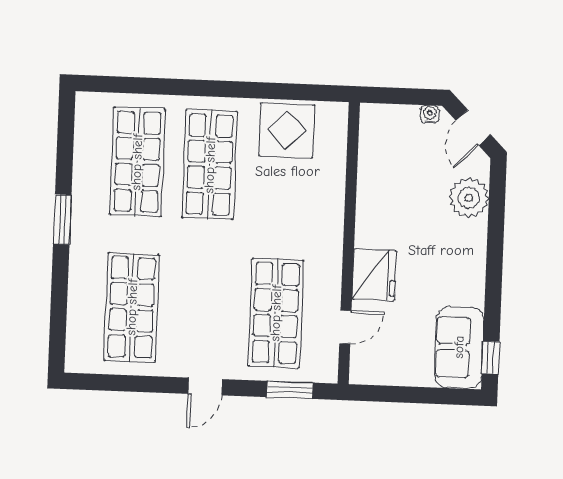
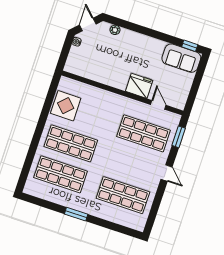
door: (473, 128) -> (88, 24), swing flipped
plant: (469, 198) -> (115, 30), width x0.53, depth x0.53

